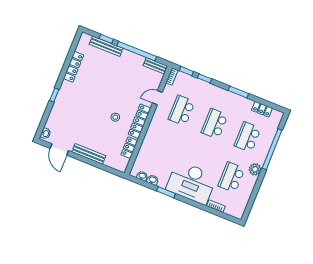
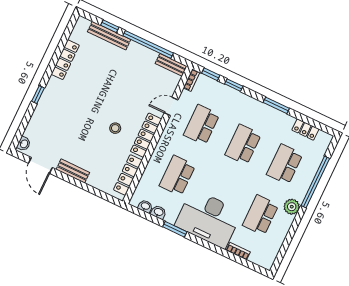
locker: (129, 148) -> (128, 175), width x1.53
school desk: (165, 151) -> (177, 176), added
bench: (89, 154) -> (73, 171), width x0.73

